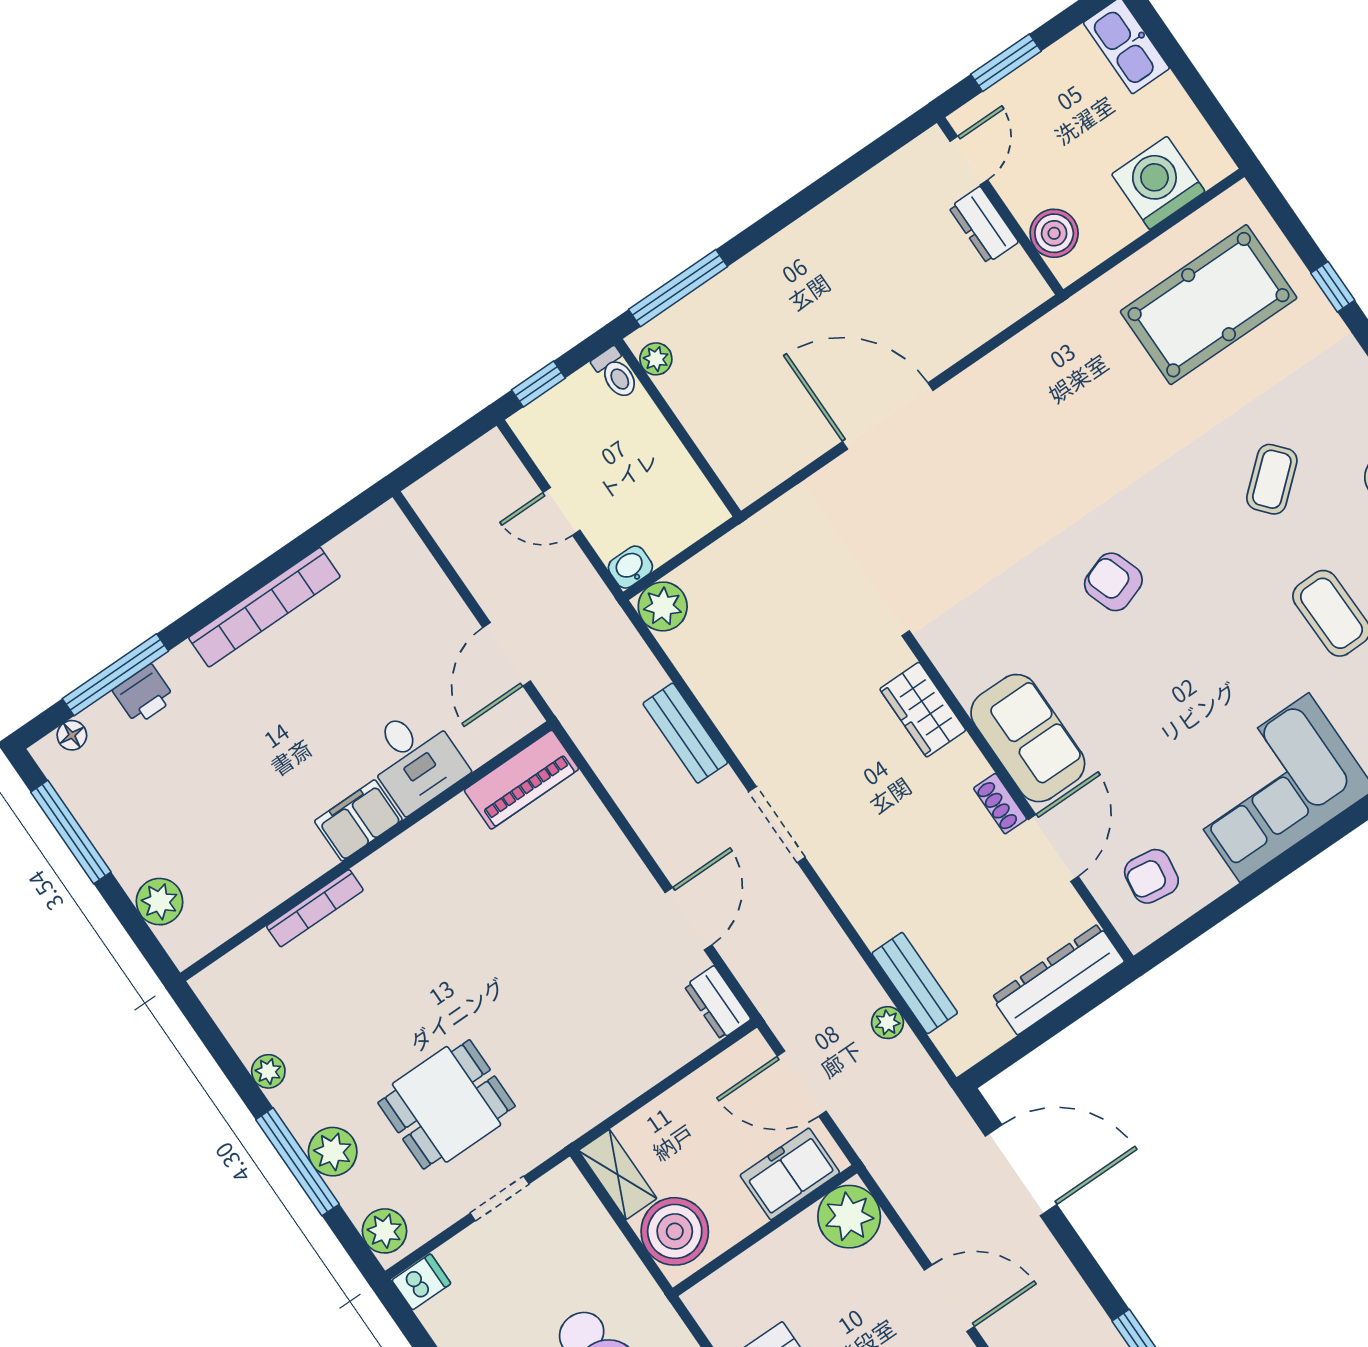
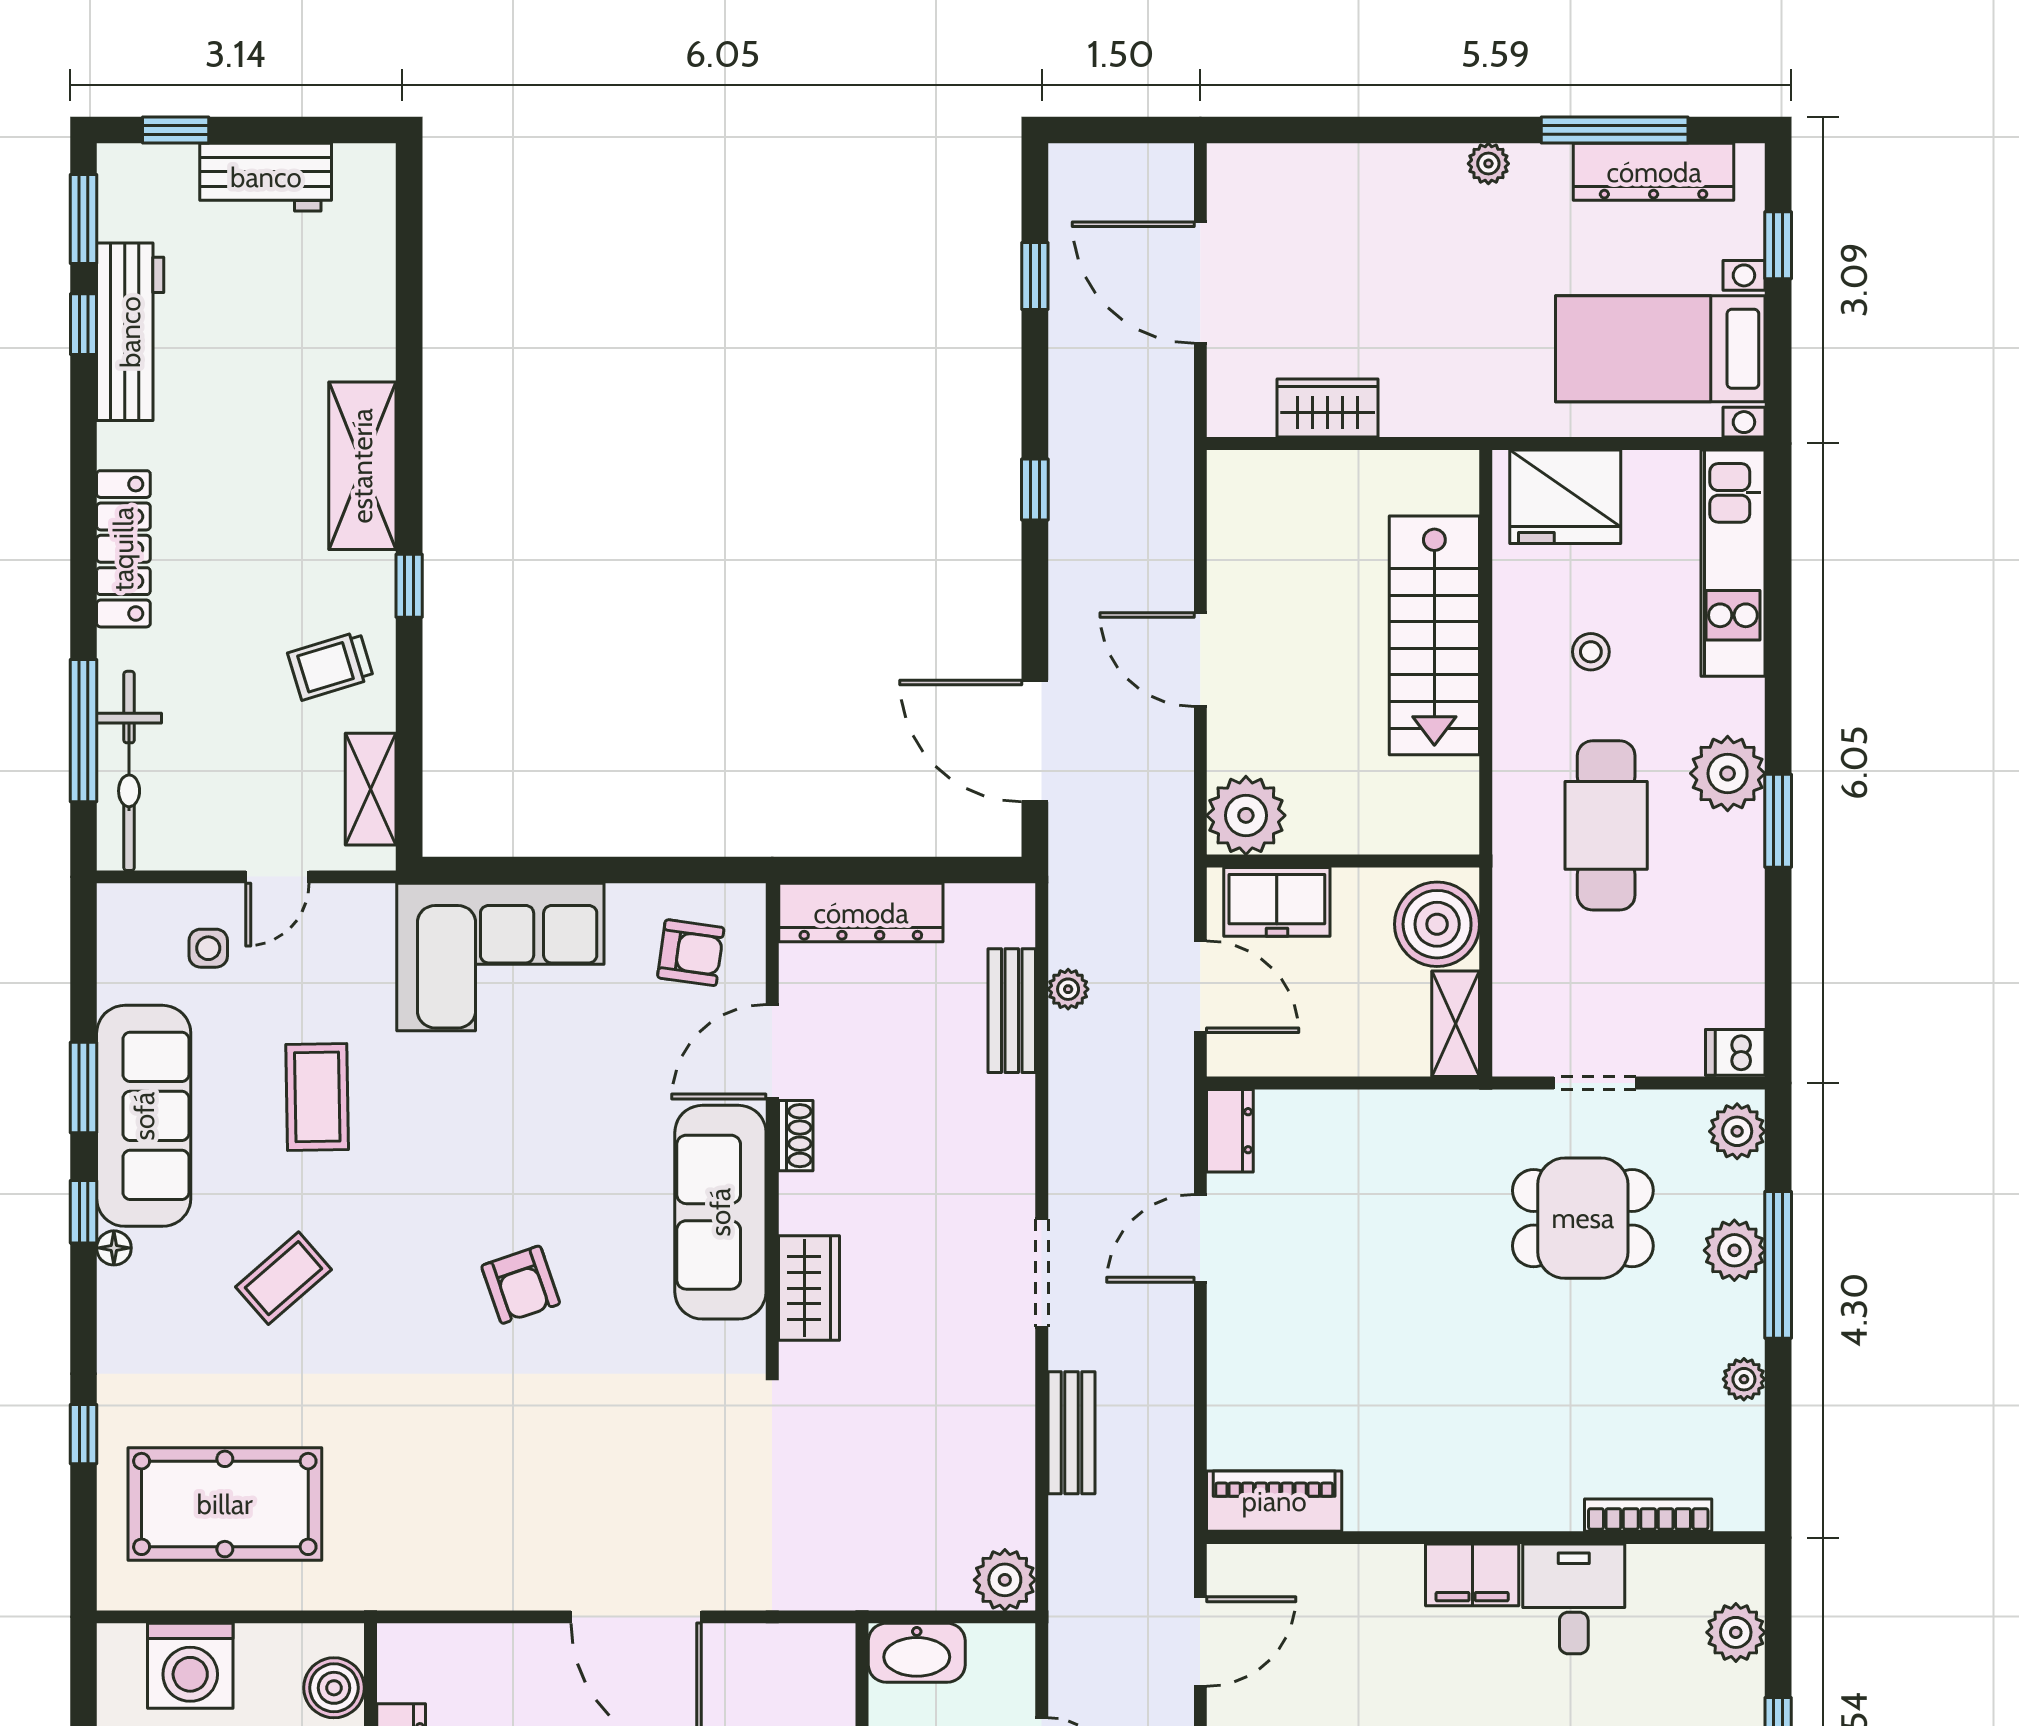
washbasin: (630, 567) -> (917, 1653), moved, width x1.91, depth x1.45
sofa: (1028, 738) -> (720, 1212), width x1.36
desk: (414, 759) -> (1574, 1599), moved
bookcase: (315, 908) -> (1648, 1515), moved

